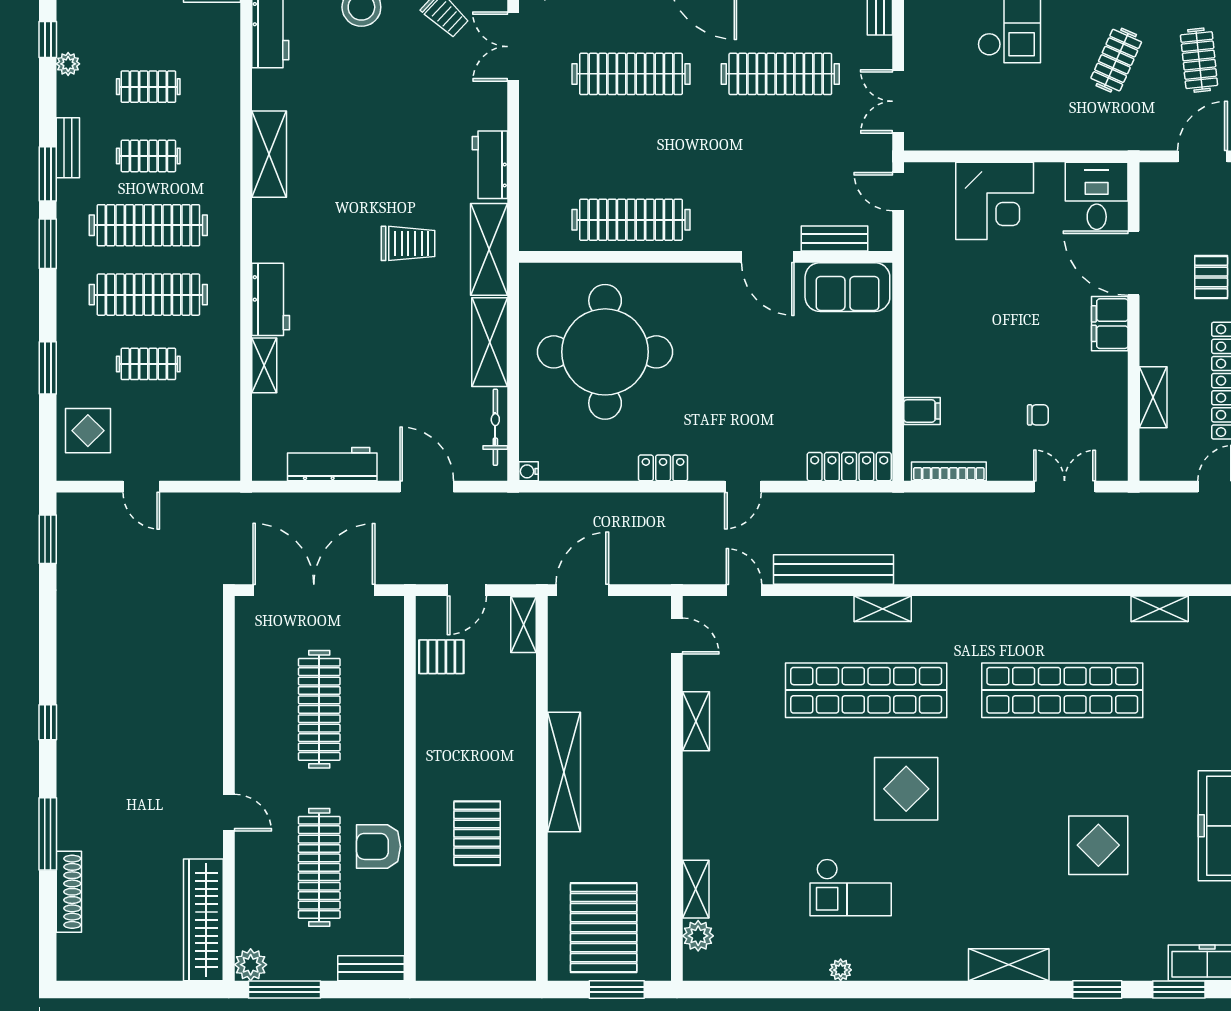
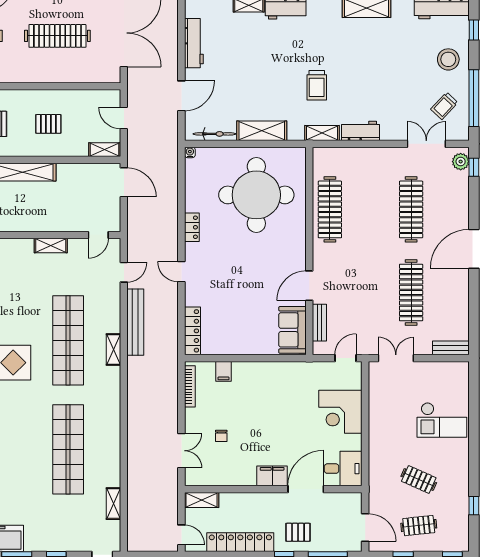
shelving: (489, 249) -> (322, 133), width x0.67, depth x0.75
shelving: (1153, 397) -> (202, 500), moved
pallet: (441, 657) -> (48, 124), moved, turned 90

